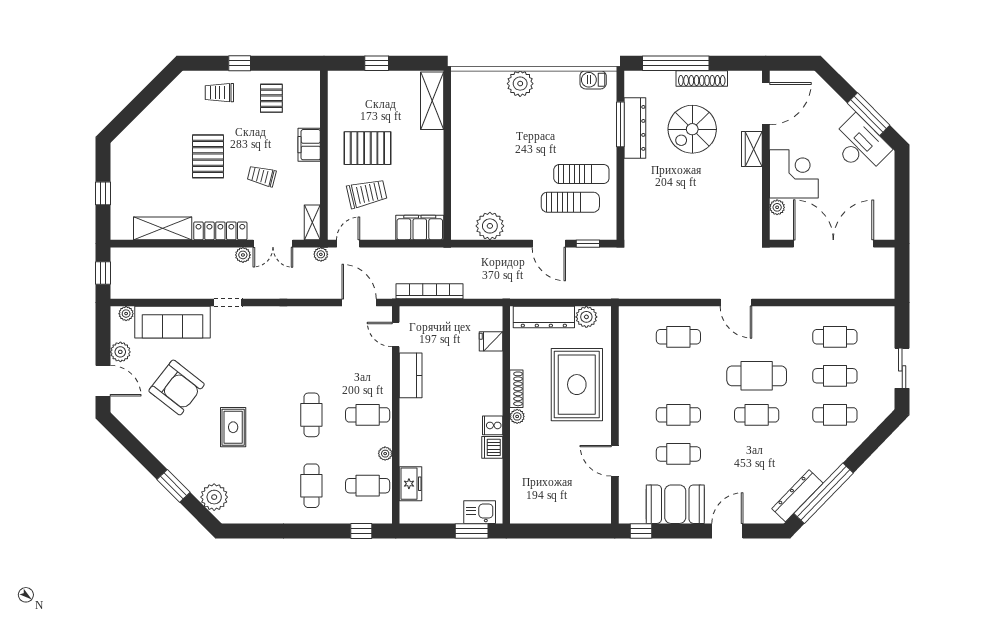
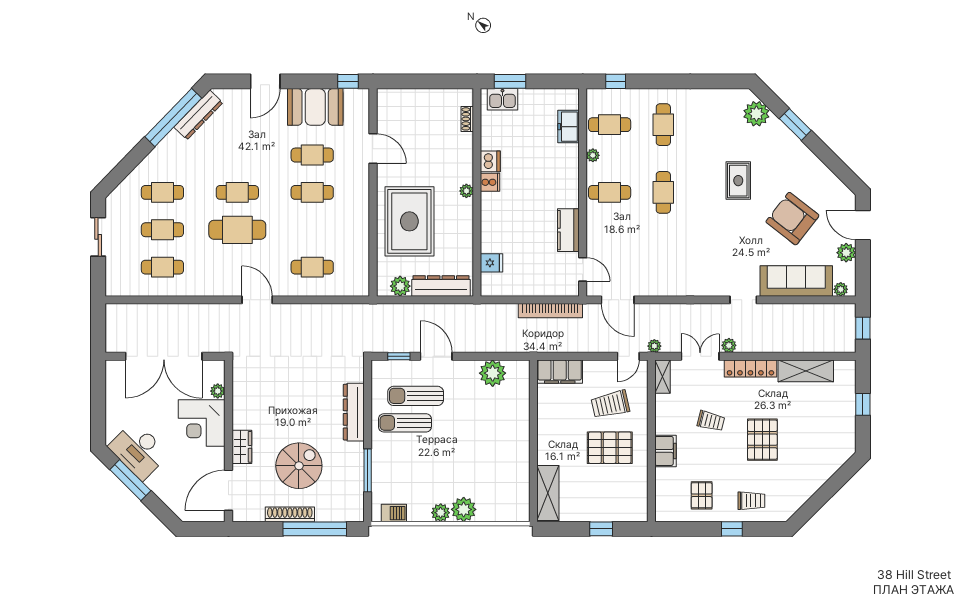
plant: (544, 80) -> (441, 513), added
dresser: (635, 128) -> (354, 412), moved
shoe rack: (516, 389) -> (467, 119), moved, width x0.70

